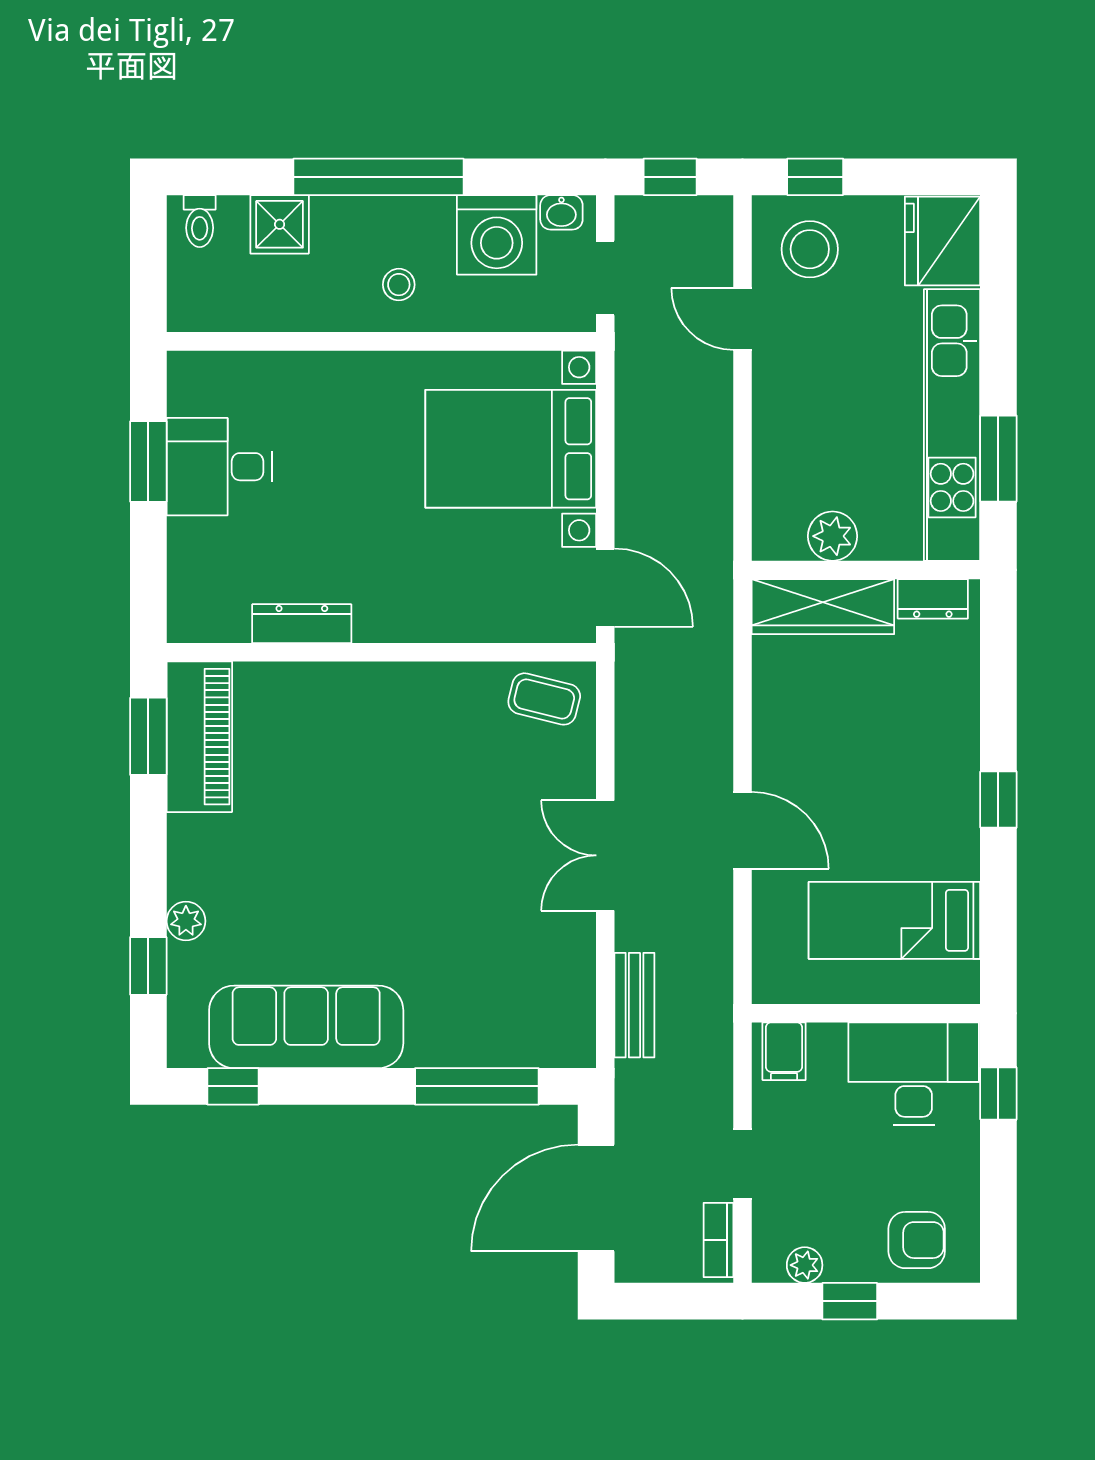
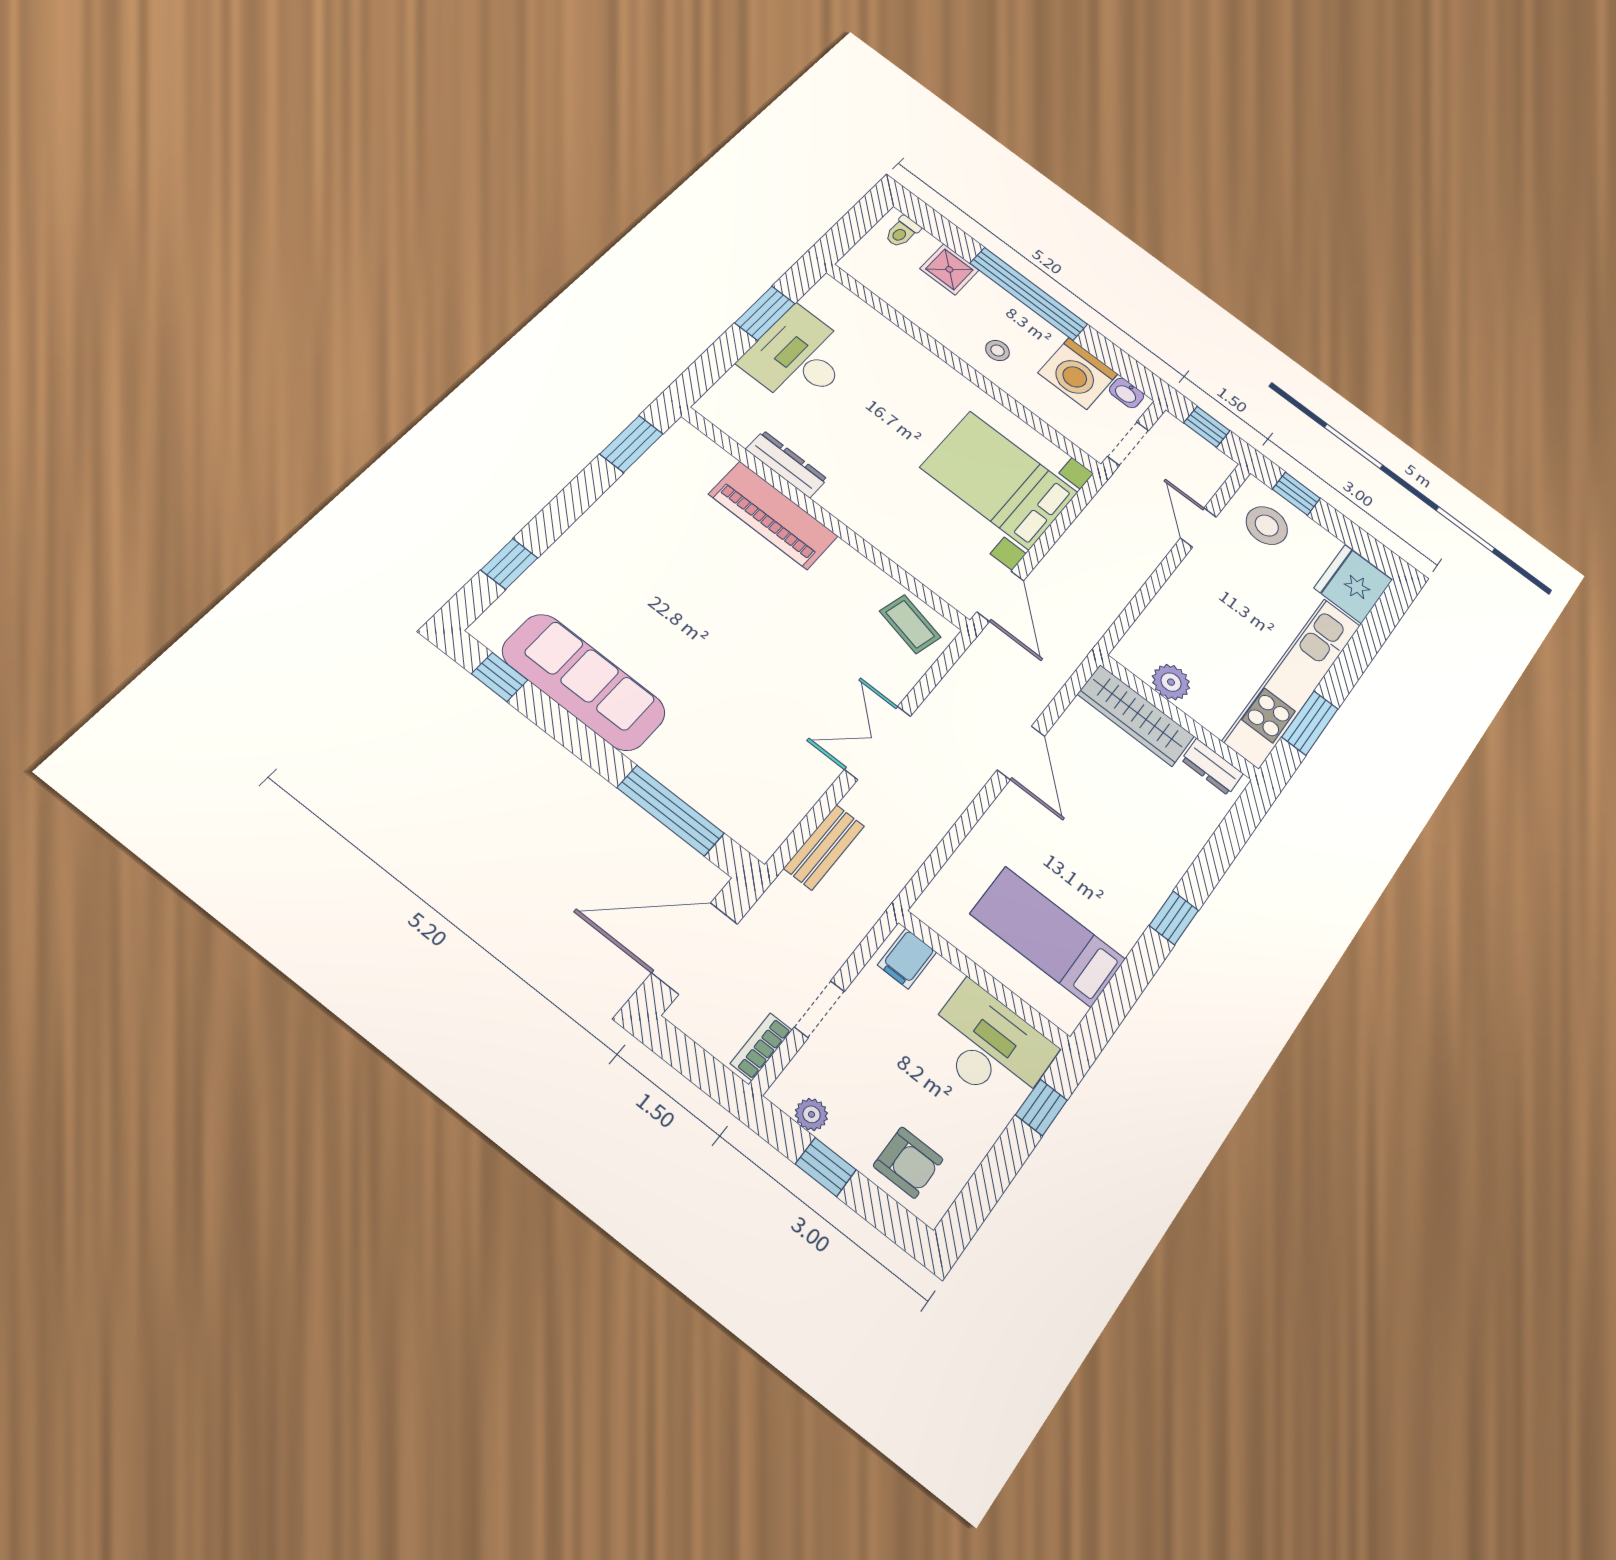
desk: (219, 467) -> (798, 357), width x1.37
piano: (199, 737) -> (773, 515), moved, turned 90
door: (742, 830) -> (1021, 753), moved
plant: (186, 921) -> (559, 559), removed

